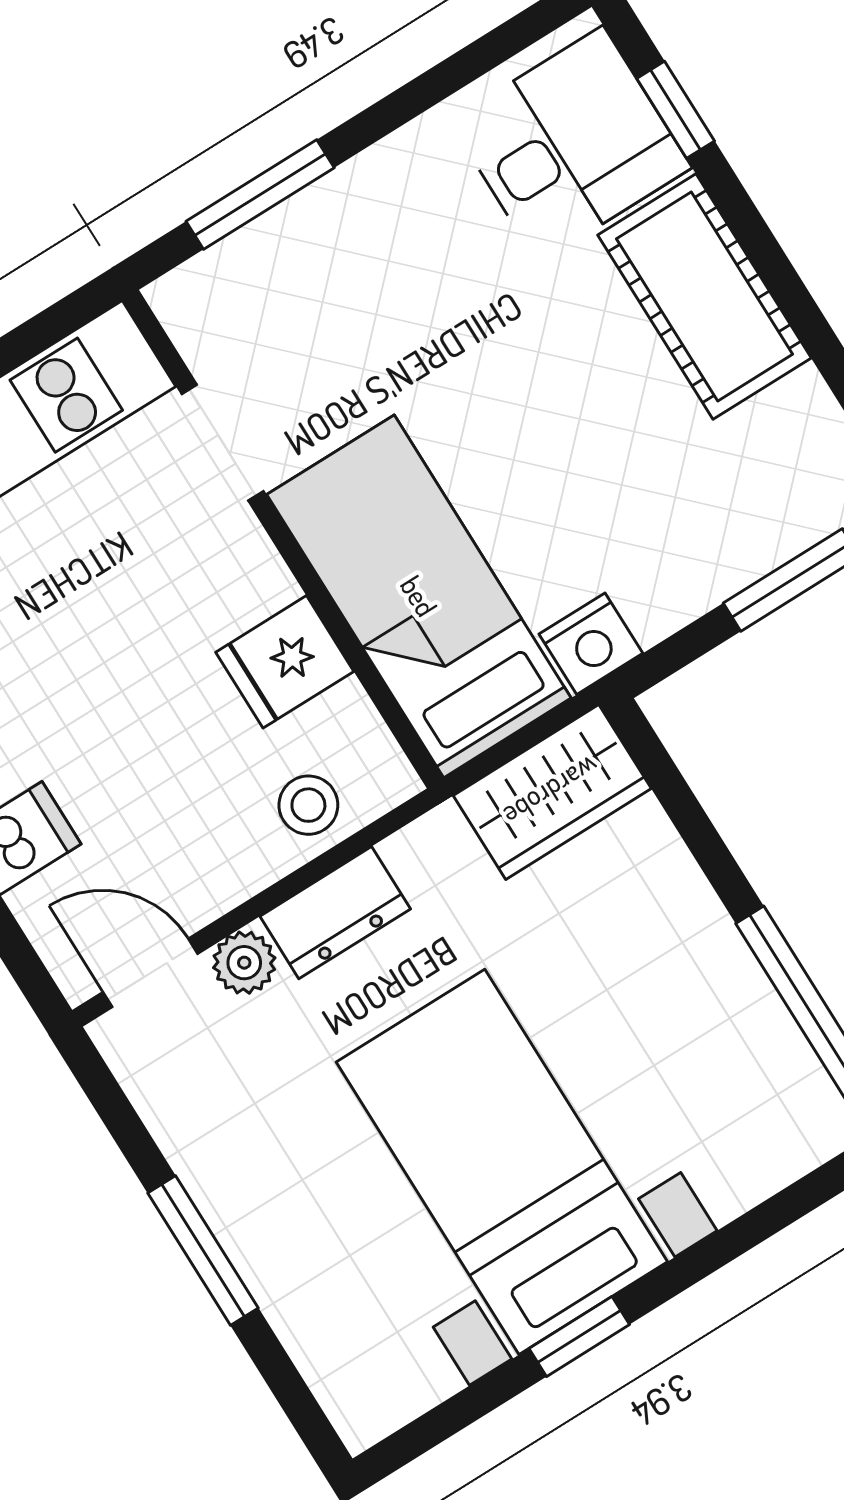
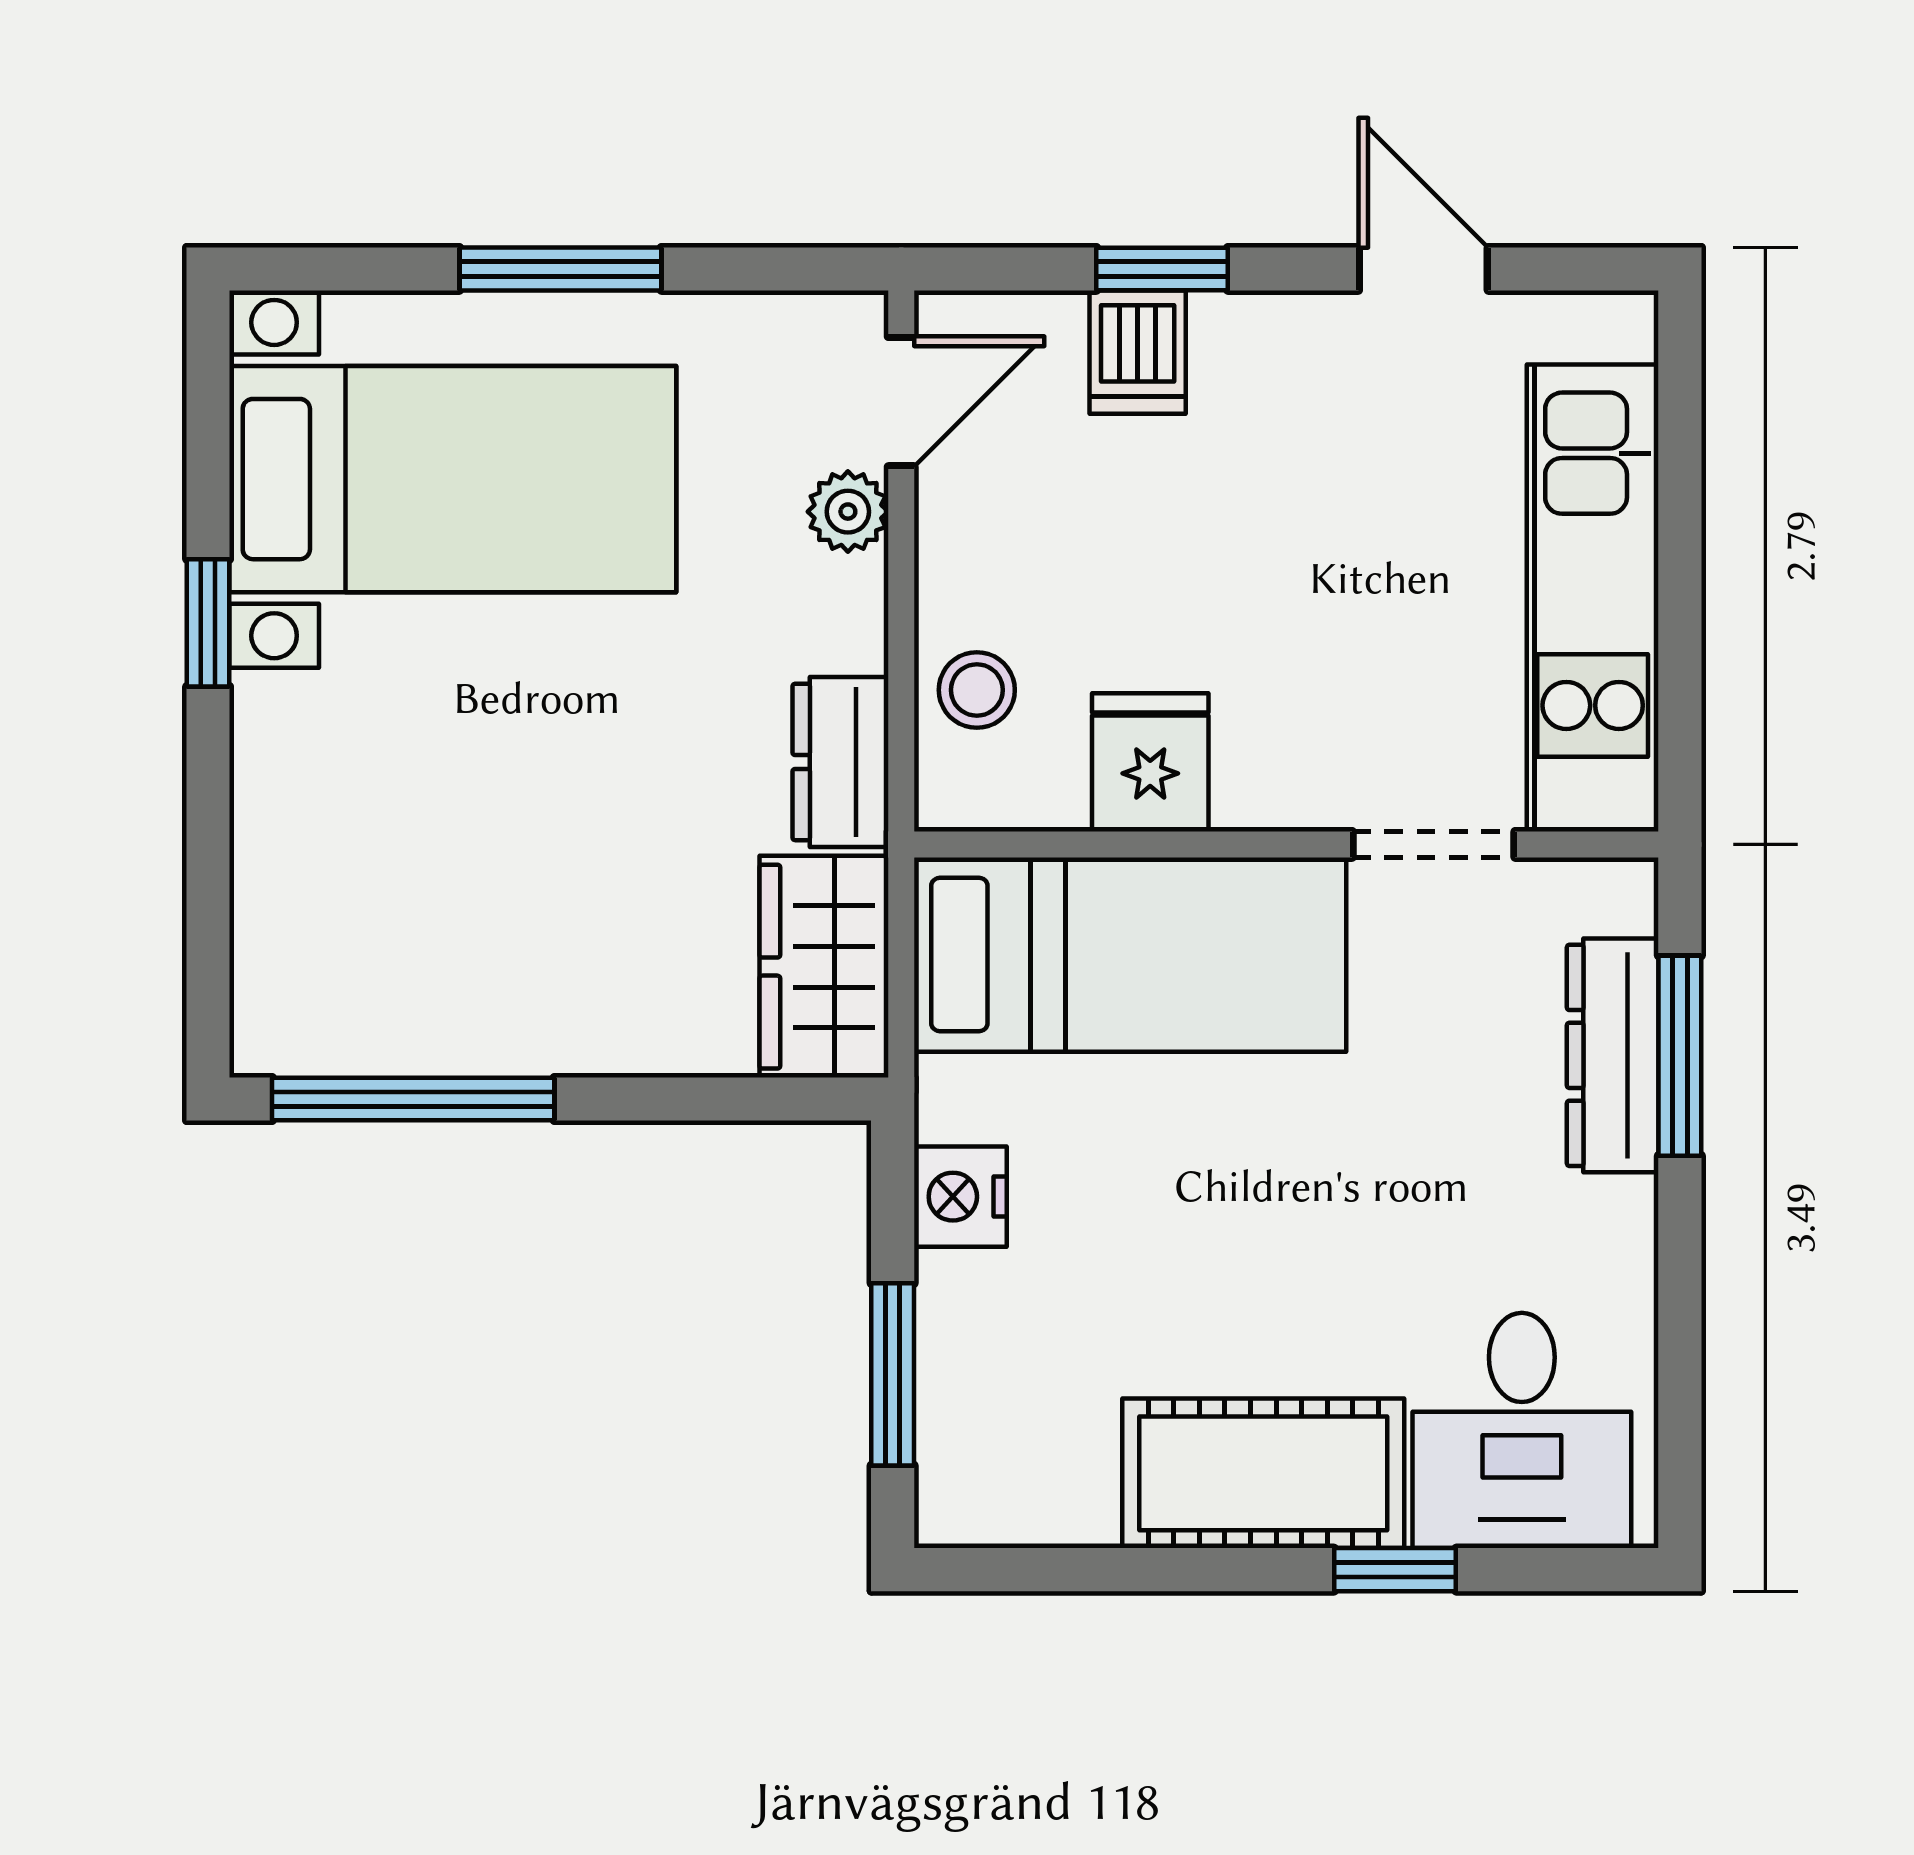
window: (676, 110) -> (1395, 1570), moved
dresser: (287, 239) -> (1613, 1055), added
nightstand: (591, 644) -> (960, 1197), moved
dresser: (335, 913) -> (840, 762), moved
bed with nightstands: (502, 1162) -> (453, 479), moved

